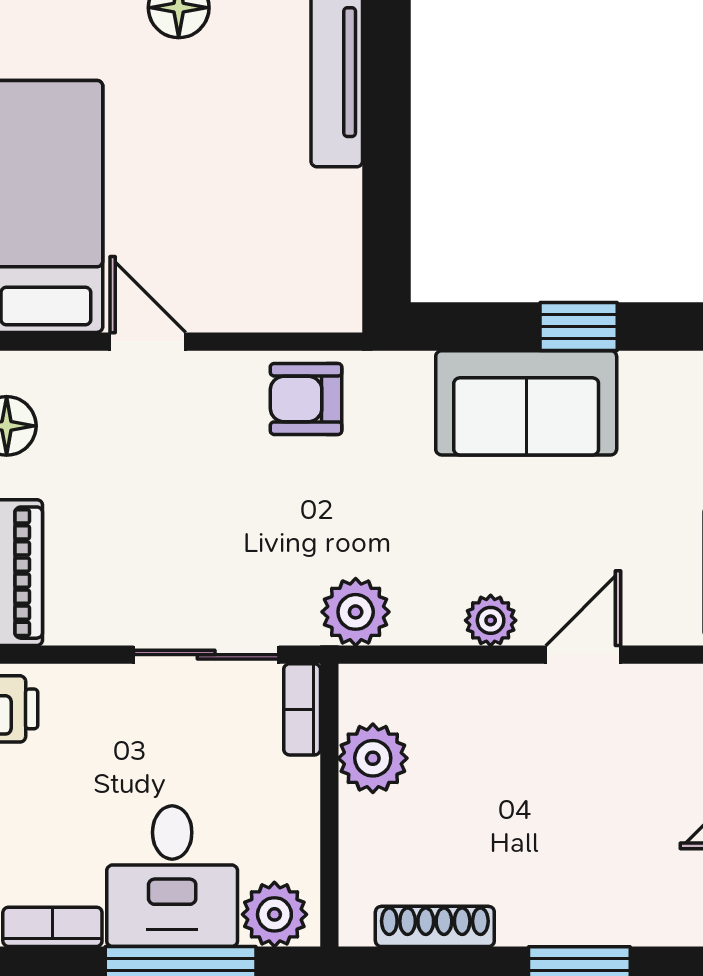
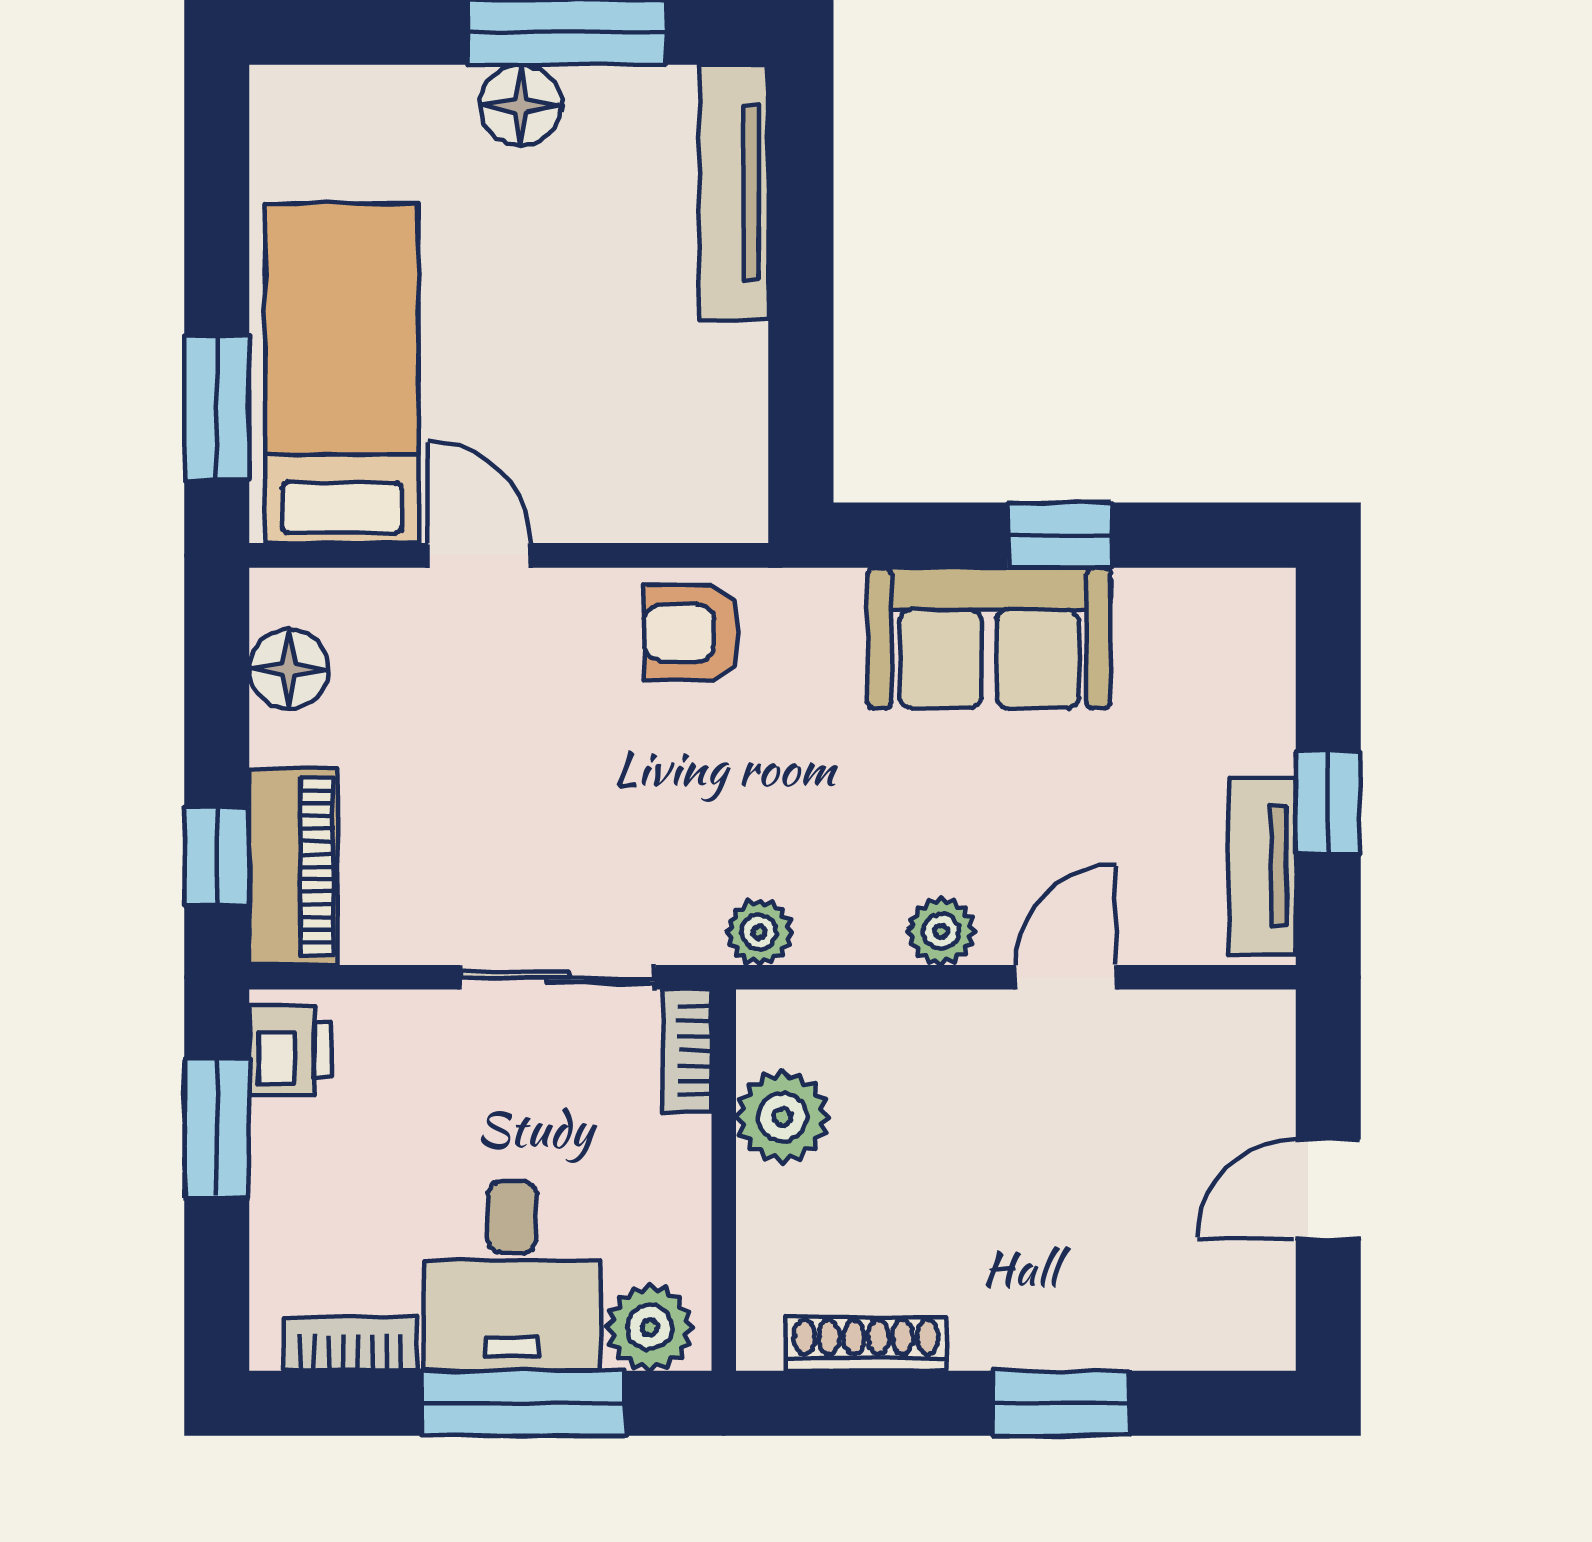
plant: (356, 612) -> (759, 932), width x0.73, depth x0.73

